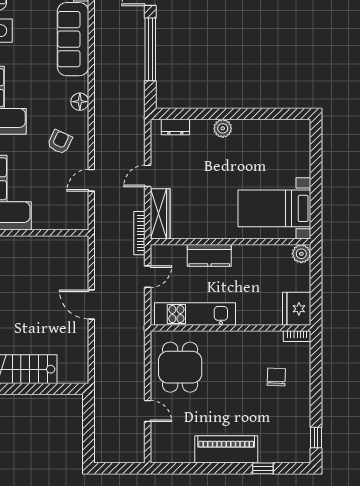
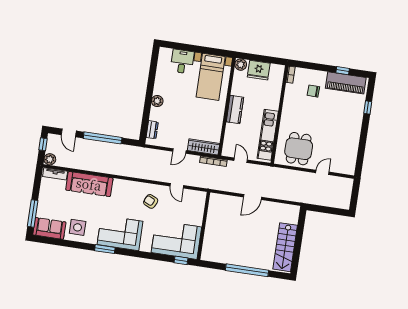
floor lamp: (80, 102) -> (128, 186), removed
desk: (292, 159) -> (182, 62), added
door: (148, 176) -> (179, 151), hinge flipped
kitchen counter: (209, 255) -> (235, 109), moved
fridge: (297, 309) -> (259, 70), moved
dining table: (180, 367) -> (299, 149), turned 90
window: (316, 437) -> (343, 71), moved
piano: (226, 449) -> (346, 83), moved, turned -90

